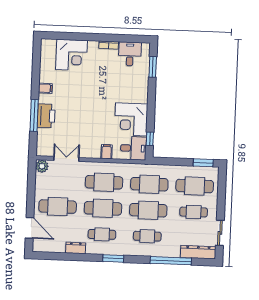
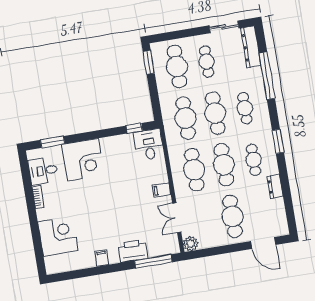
window: (34, 115) -> (153, 261), moved
corner desk: (131, 119) -> (83, 160), moved
filing cabinet: (107, 152) -> (162, 190), moved
door: (30, 228) -> (263, 243), swing flipped

